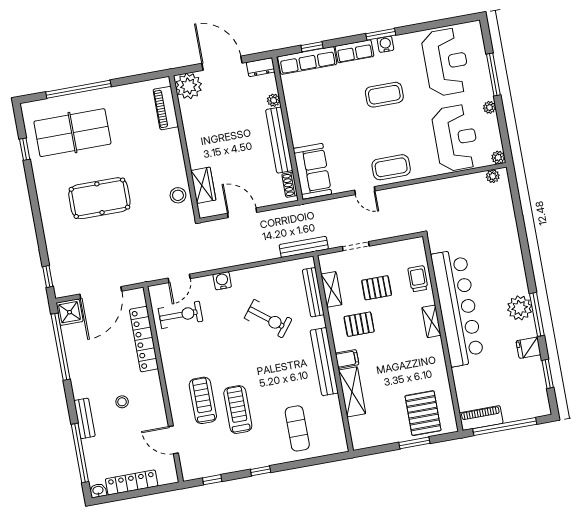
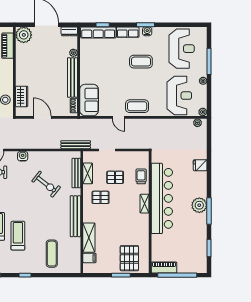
fridge: (528, 348) -> (200, 165), moved
filing cabinet: (347, 359) -> (89, 258), moved

